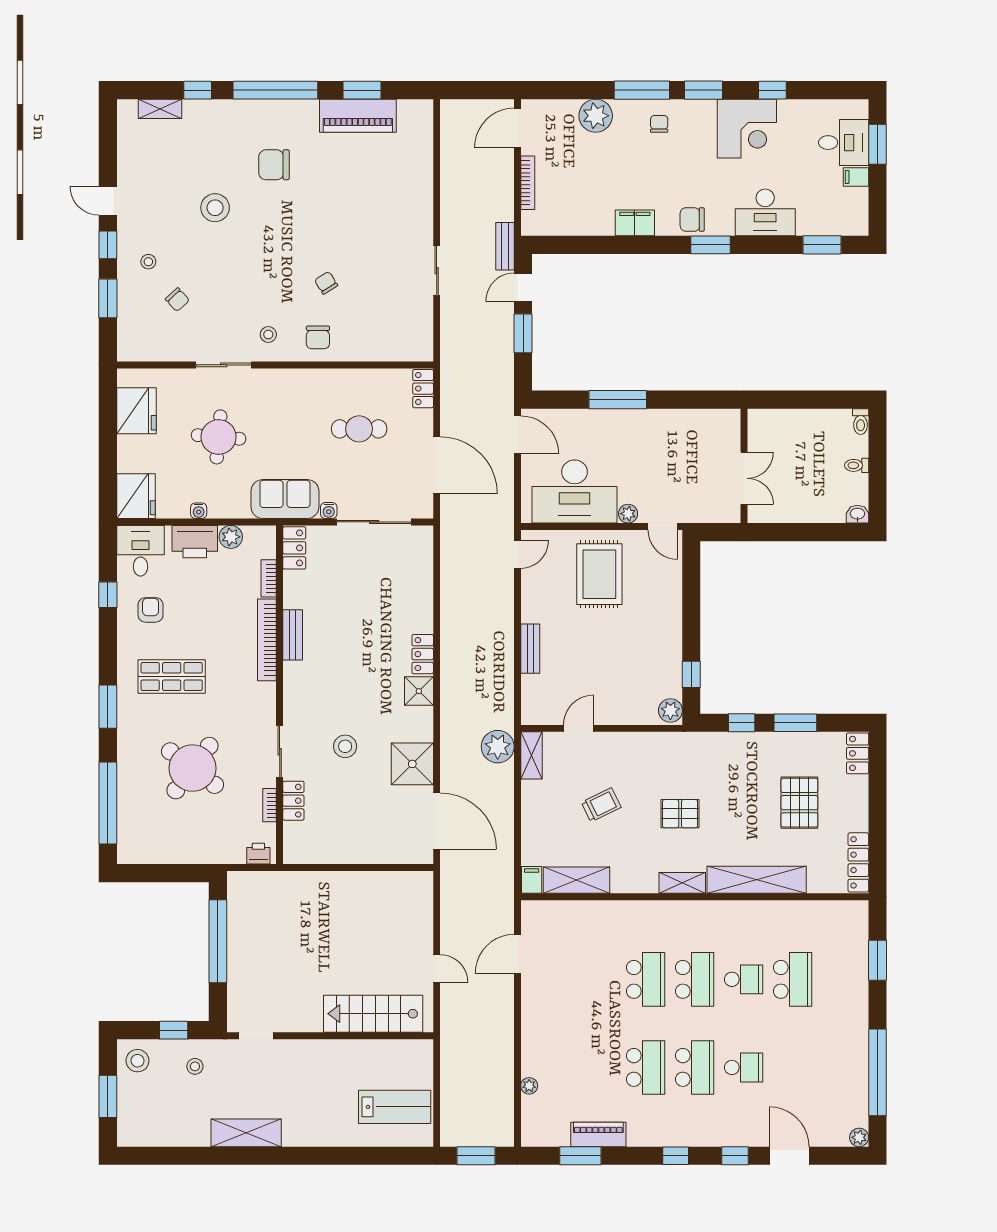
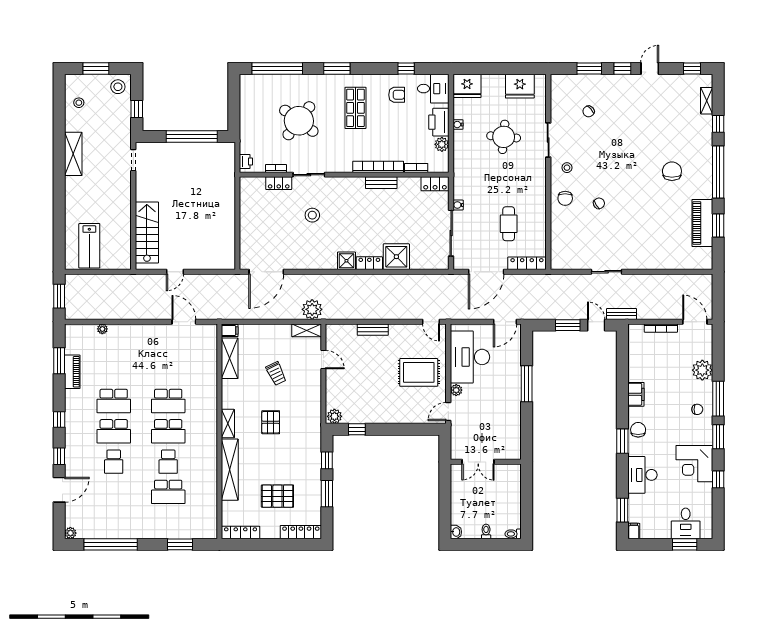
window: (108, 132) -> (692, 68), added
filing cabinet: (856, 177) -> (634, 531), moved
stool: (215, 208) -> (645, 135), removed
stool: (148, 262) -> (612, 93), removed
chair: (318, 337) -> (565, 198), turned -90
locker: (423, 389) -> (527, 263), width x1.53
sofa: (285, 499) -> (465, 178), removed
locker: (858, 753) -> (301, 532), width x1.53
shower: (412, 764) -> (396, 257), moved
stool: (195, 1066) -> (79, 103), moved

